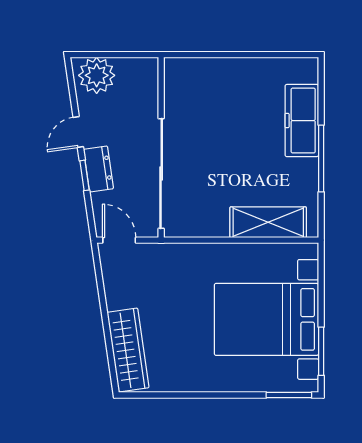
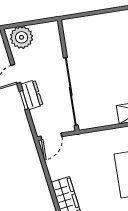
door: (119, 240) -> (51, 136), swing flipped

